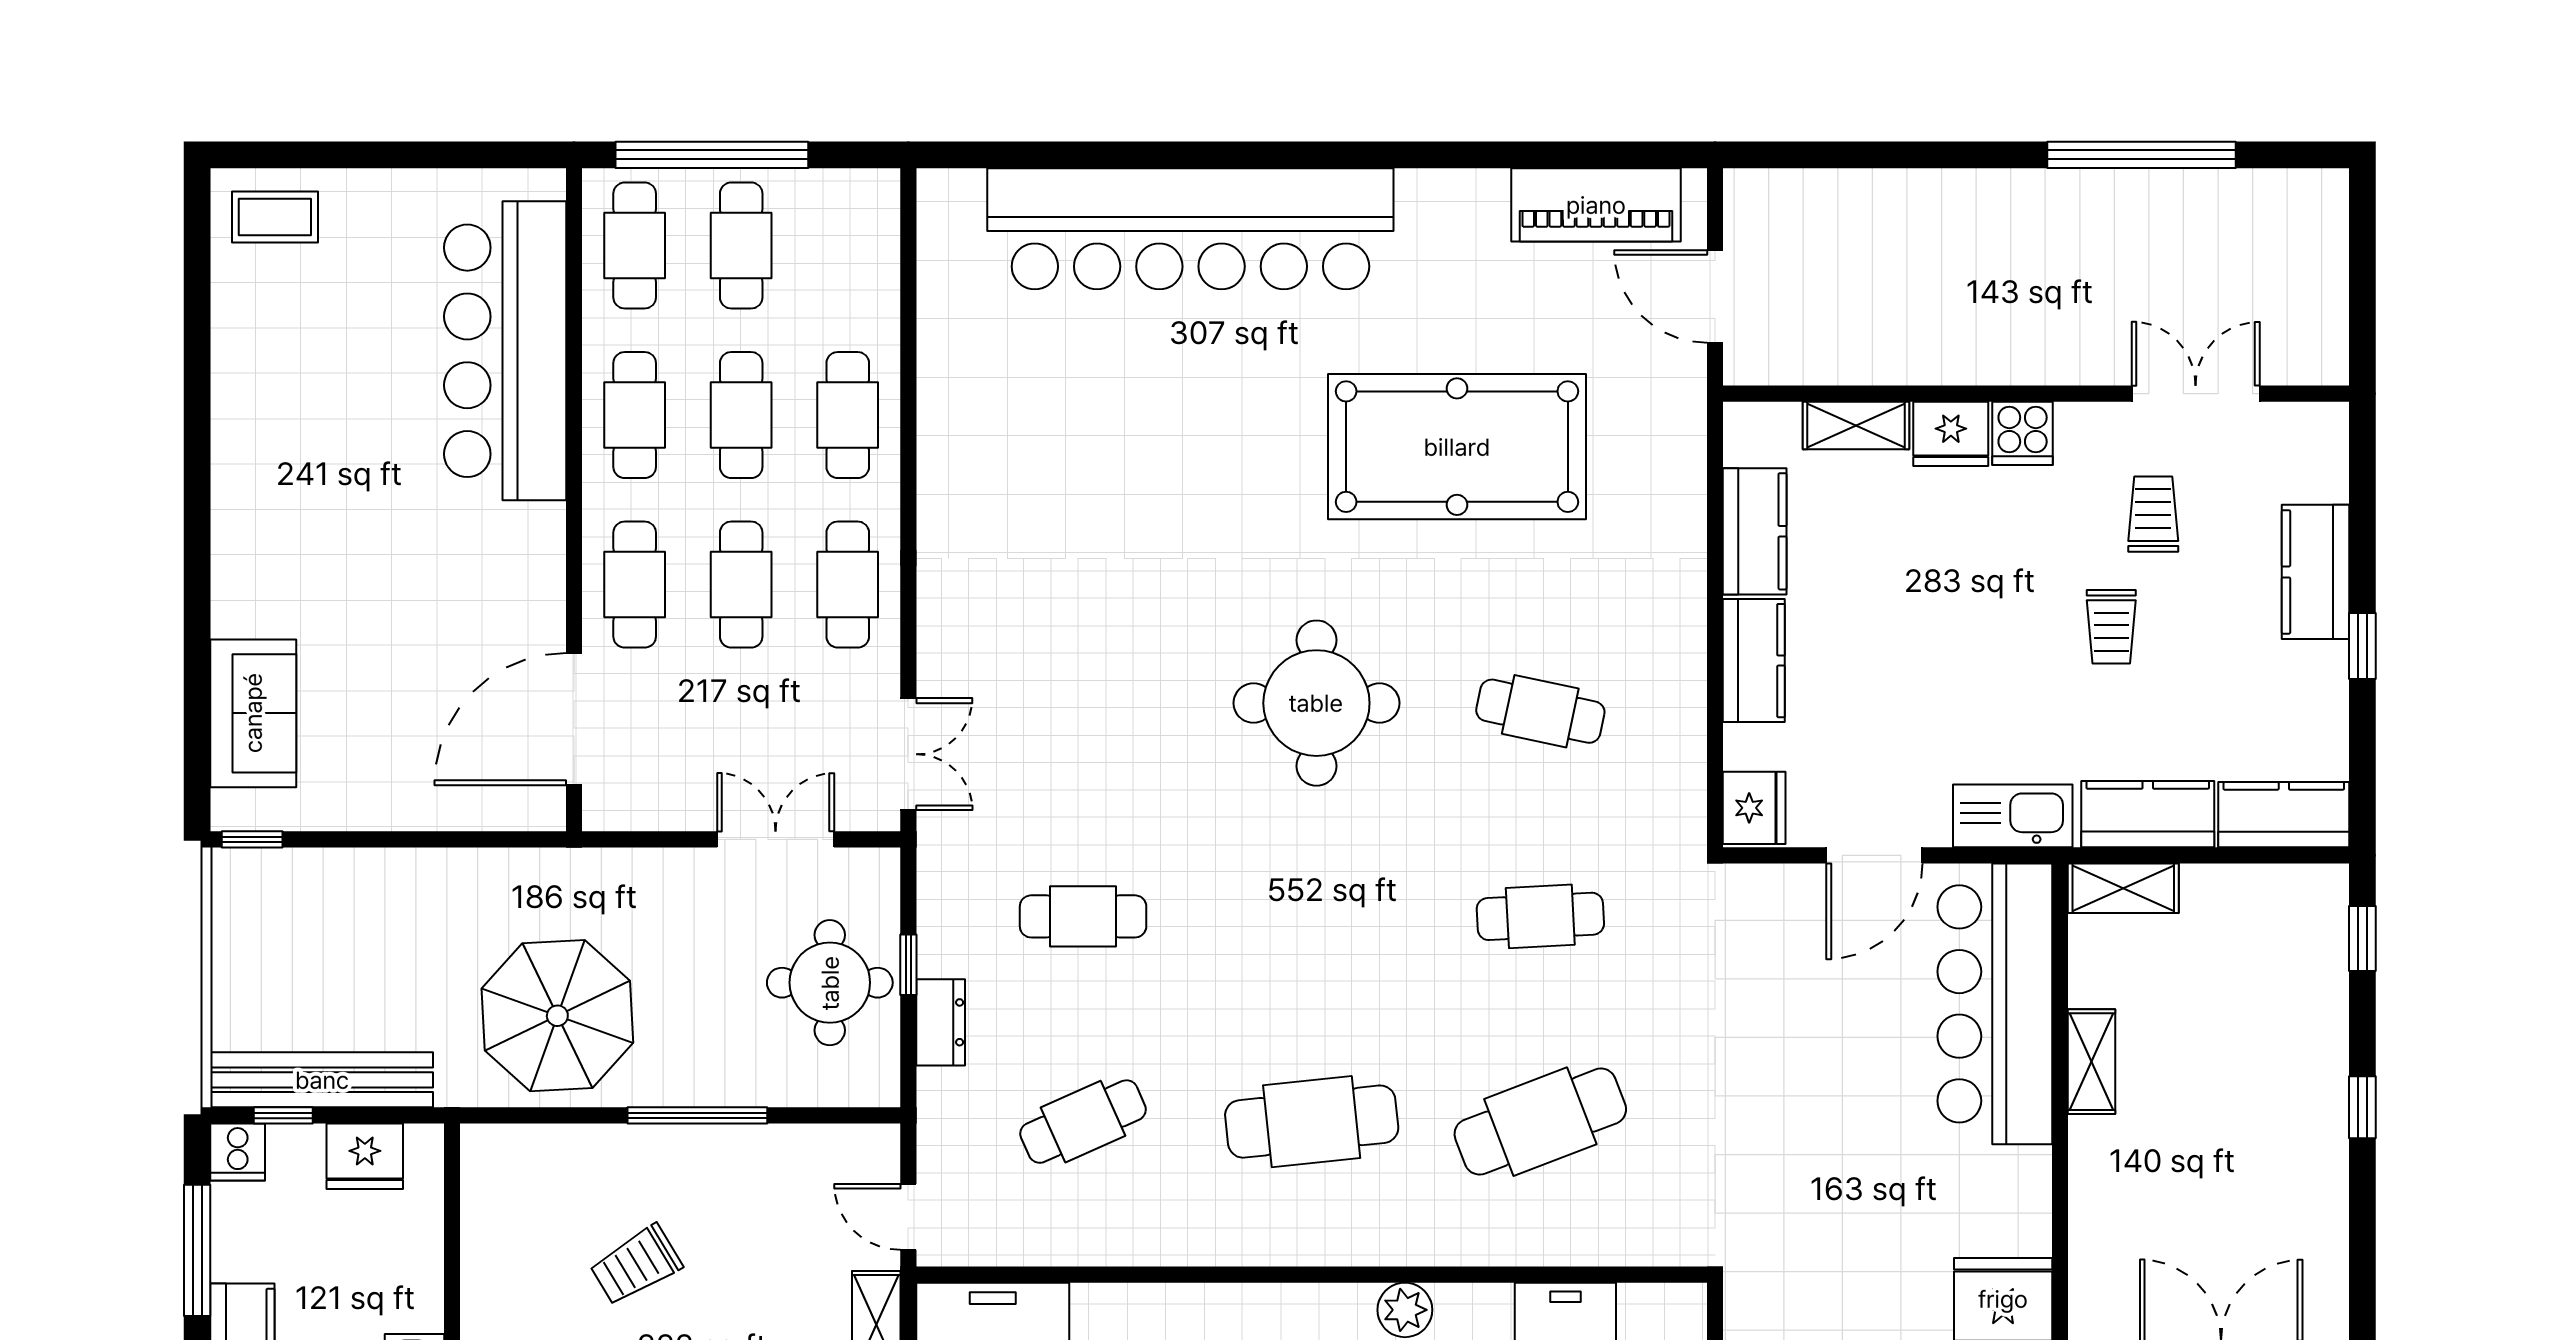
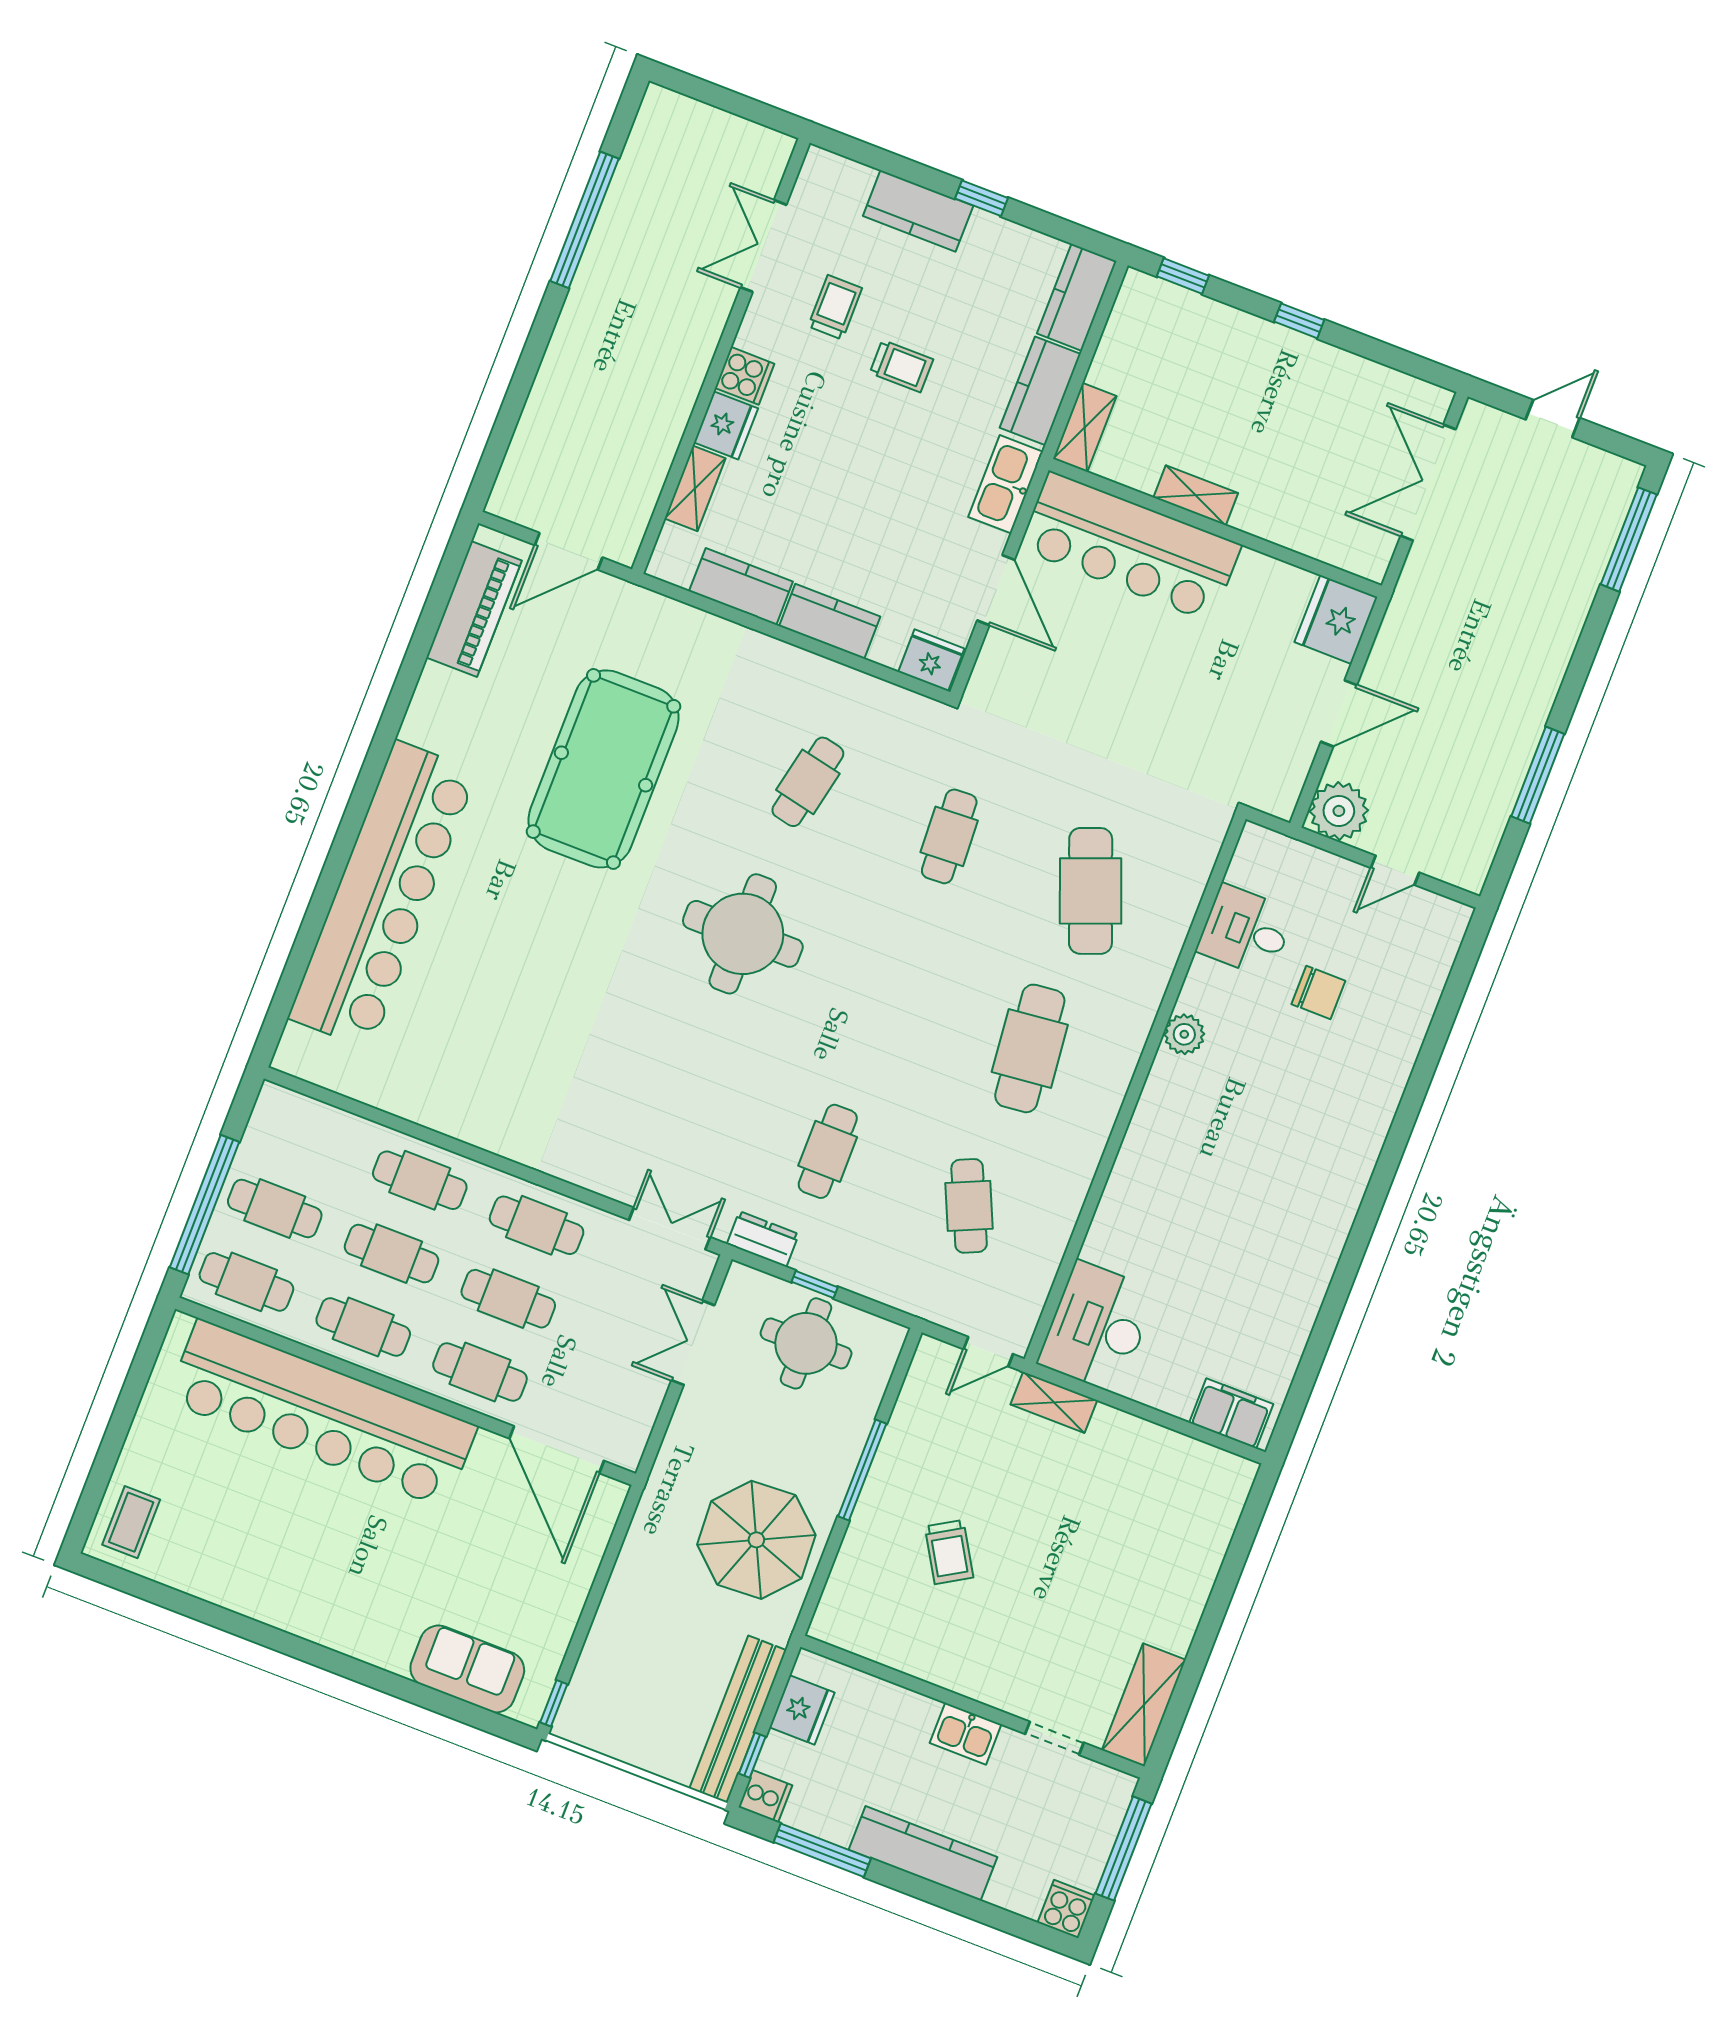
bar counter: (505, 351) -> (322, 1414), width x1.36
trolley: (2153, 514) -> (835, 307), turned 90
dresser: (941, 1022) -> (763, 1239), moved

